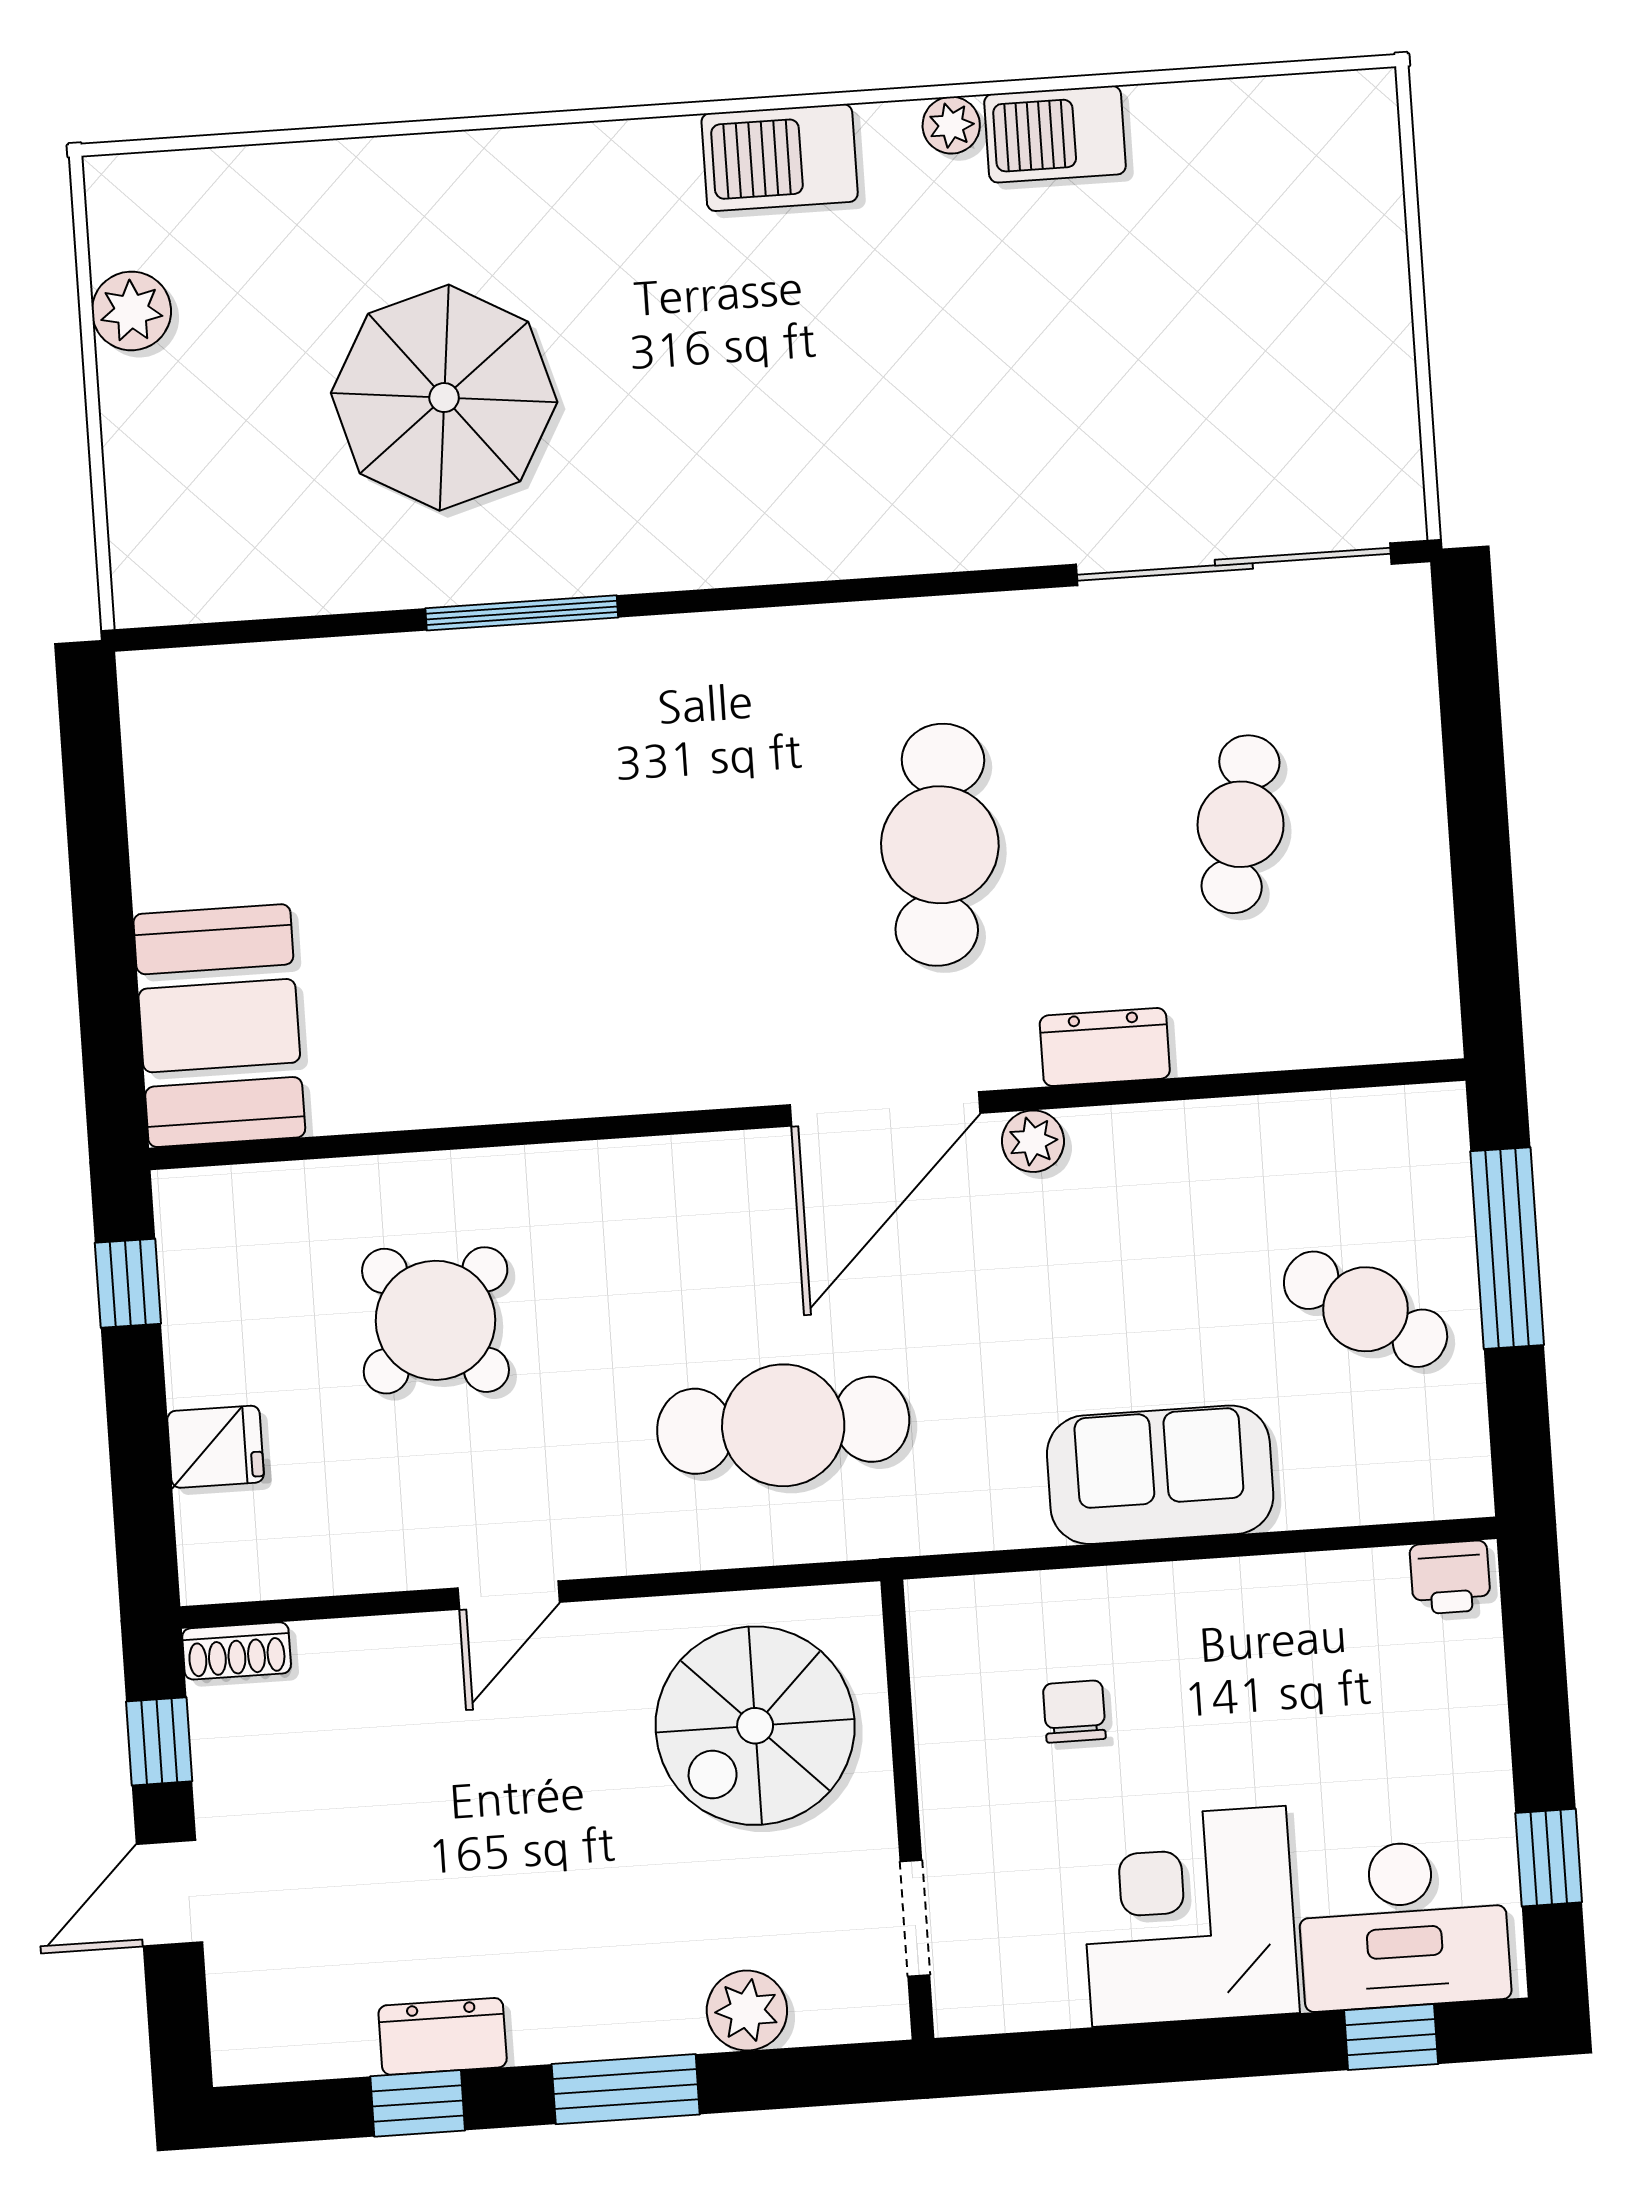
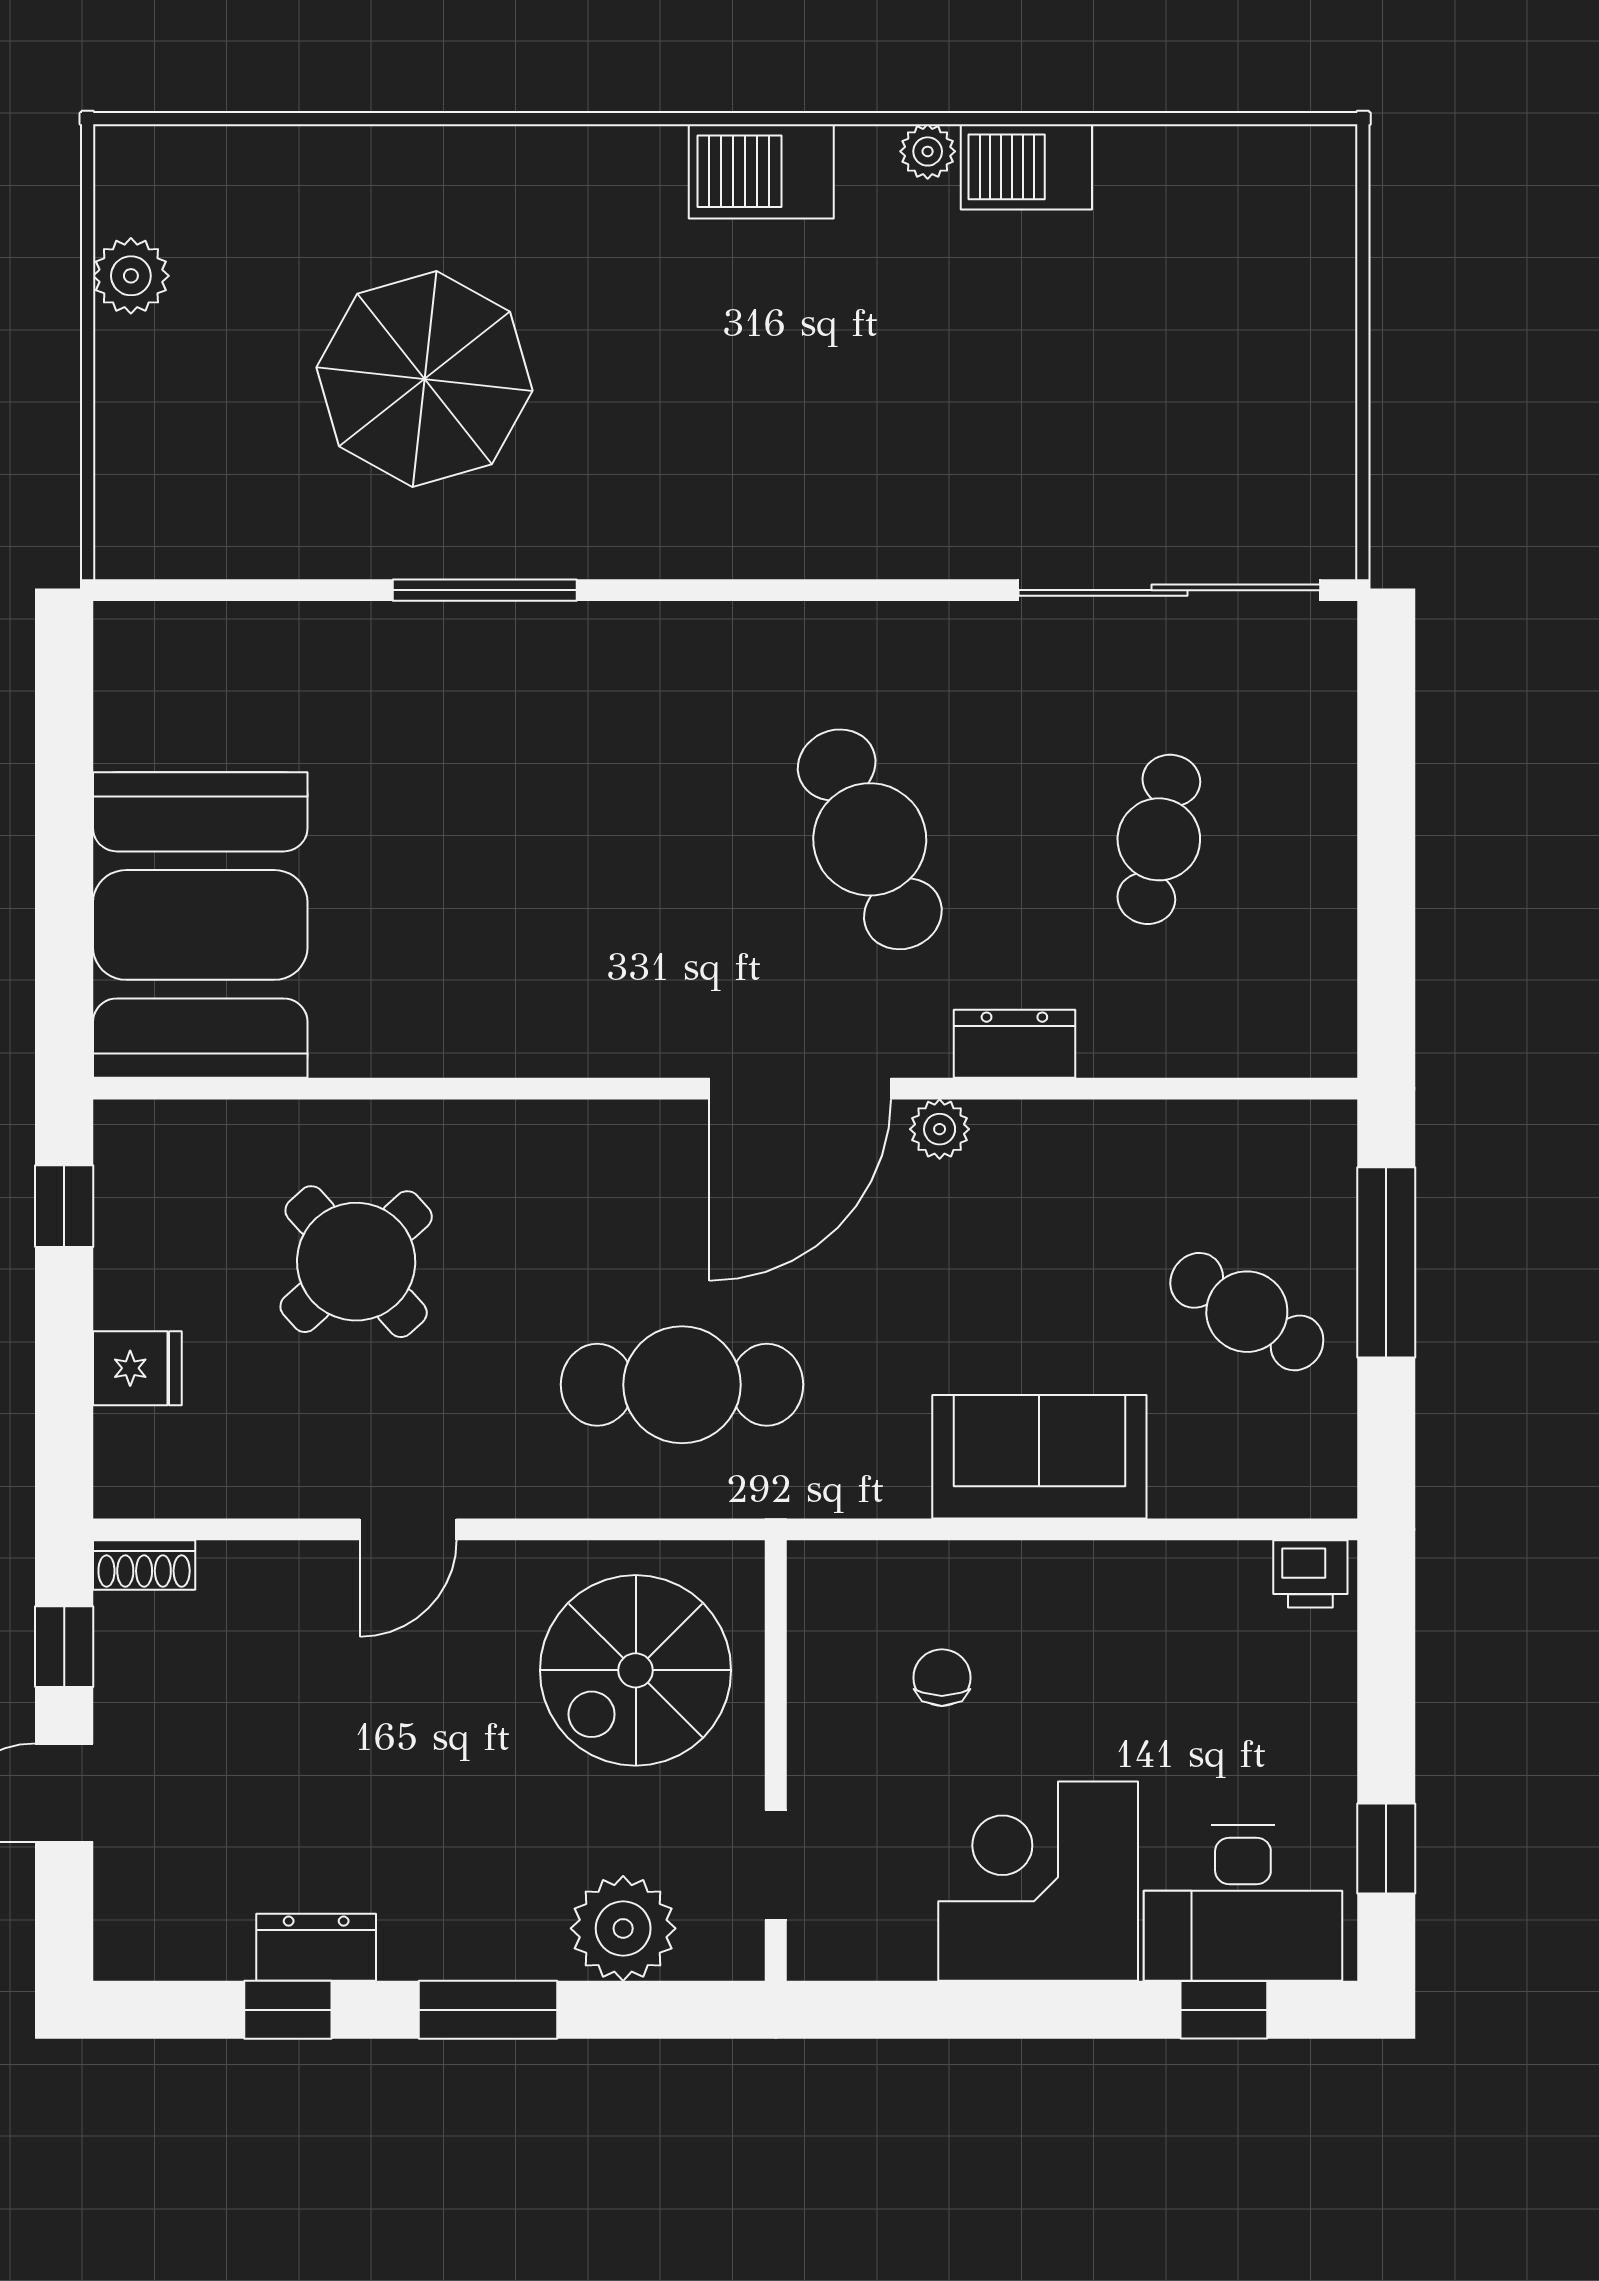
cafe table: (940, 845) -> (870, 839), turned -30
booth: (219, 1026) -> (200, 925), width x1.36, depth x1.42
plant: (747, 2011) -> (623, 1928), width x1.36, depth x1.36

